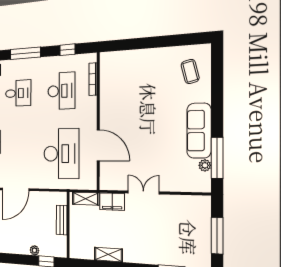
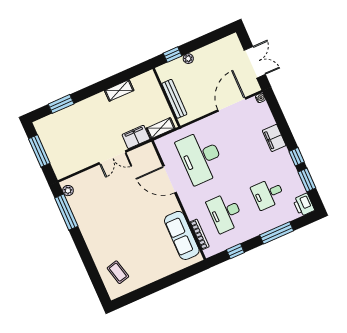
sofa: (199, 131) -> (182, 235), moved, turned 180
plant: (205, 165) -> (68, 191), moved
bench: (62, 220) -> (174, 99), width x1.36

